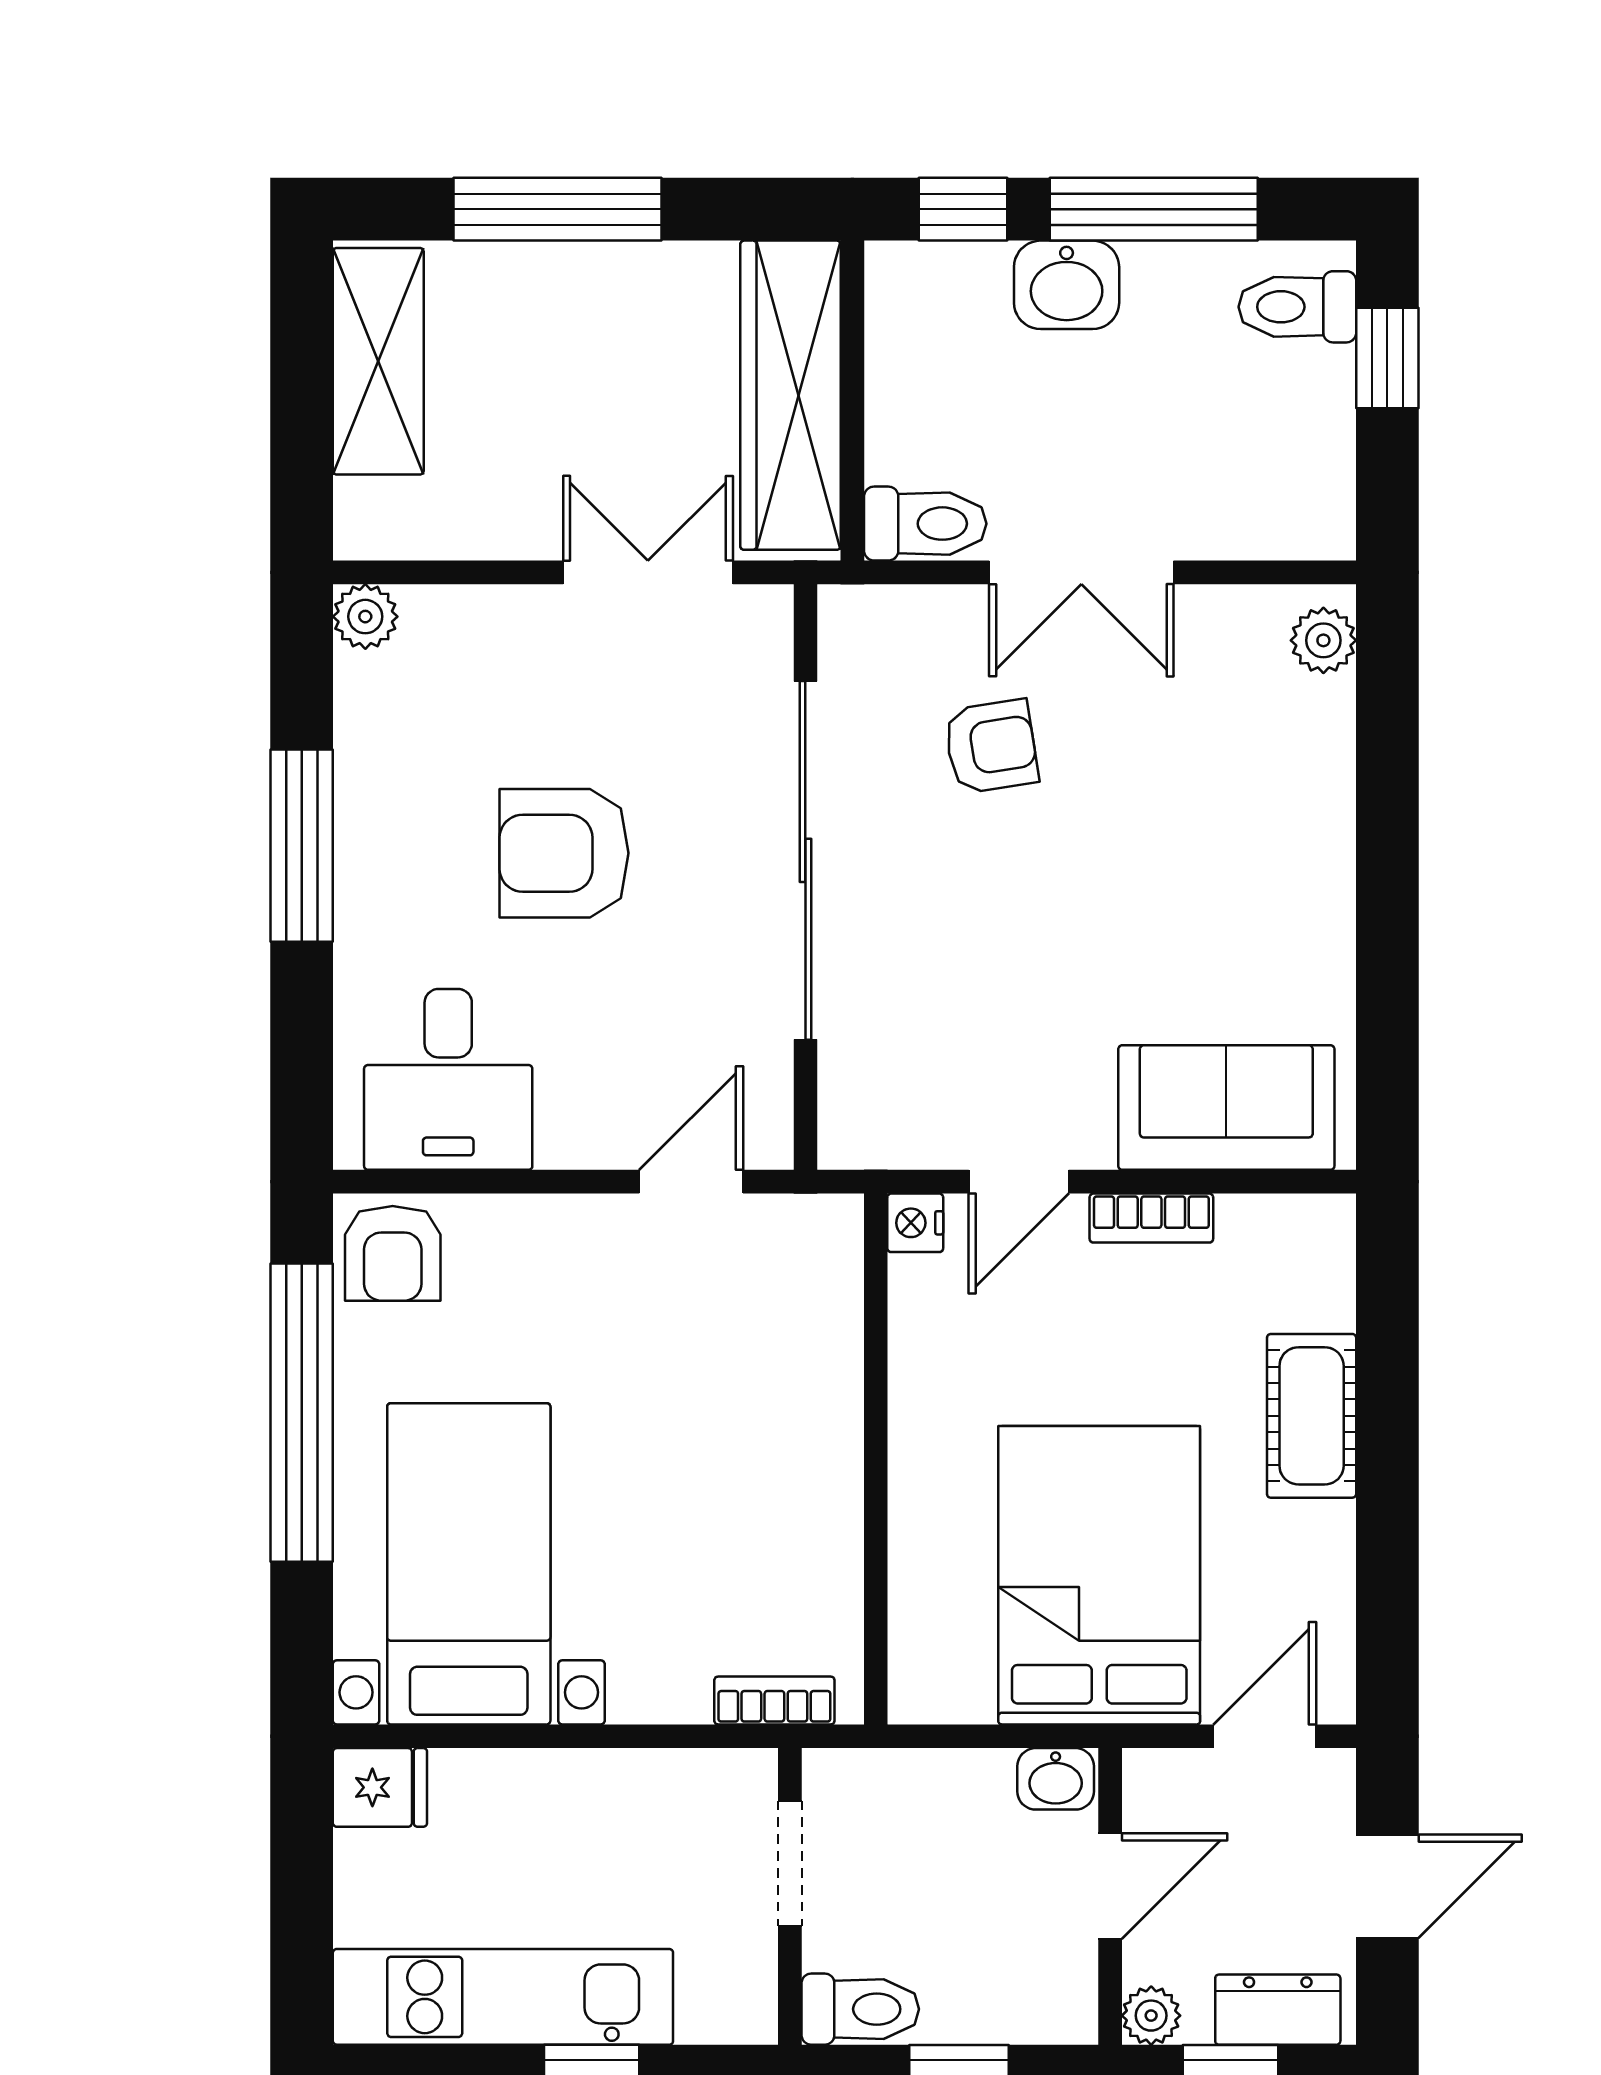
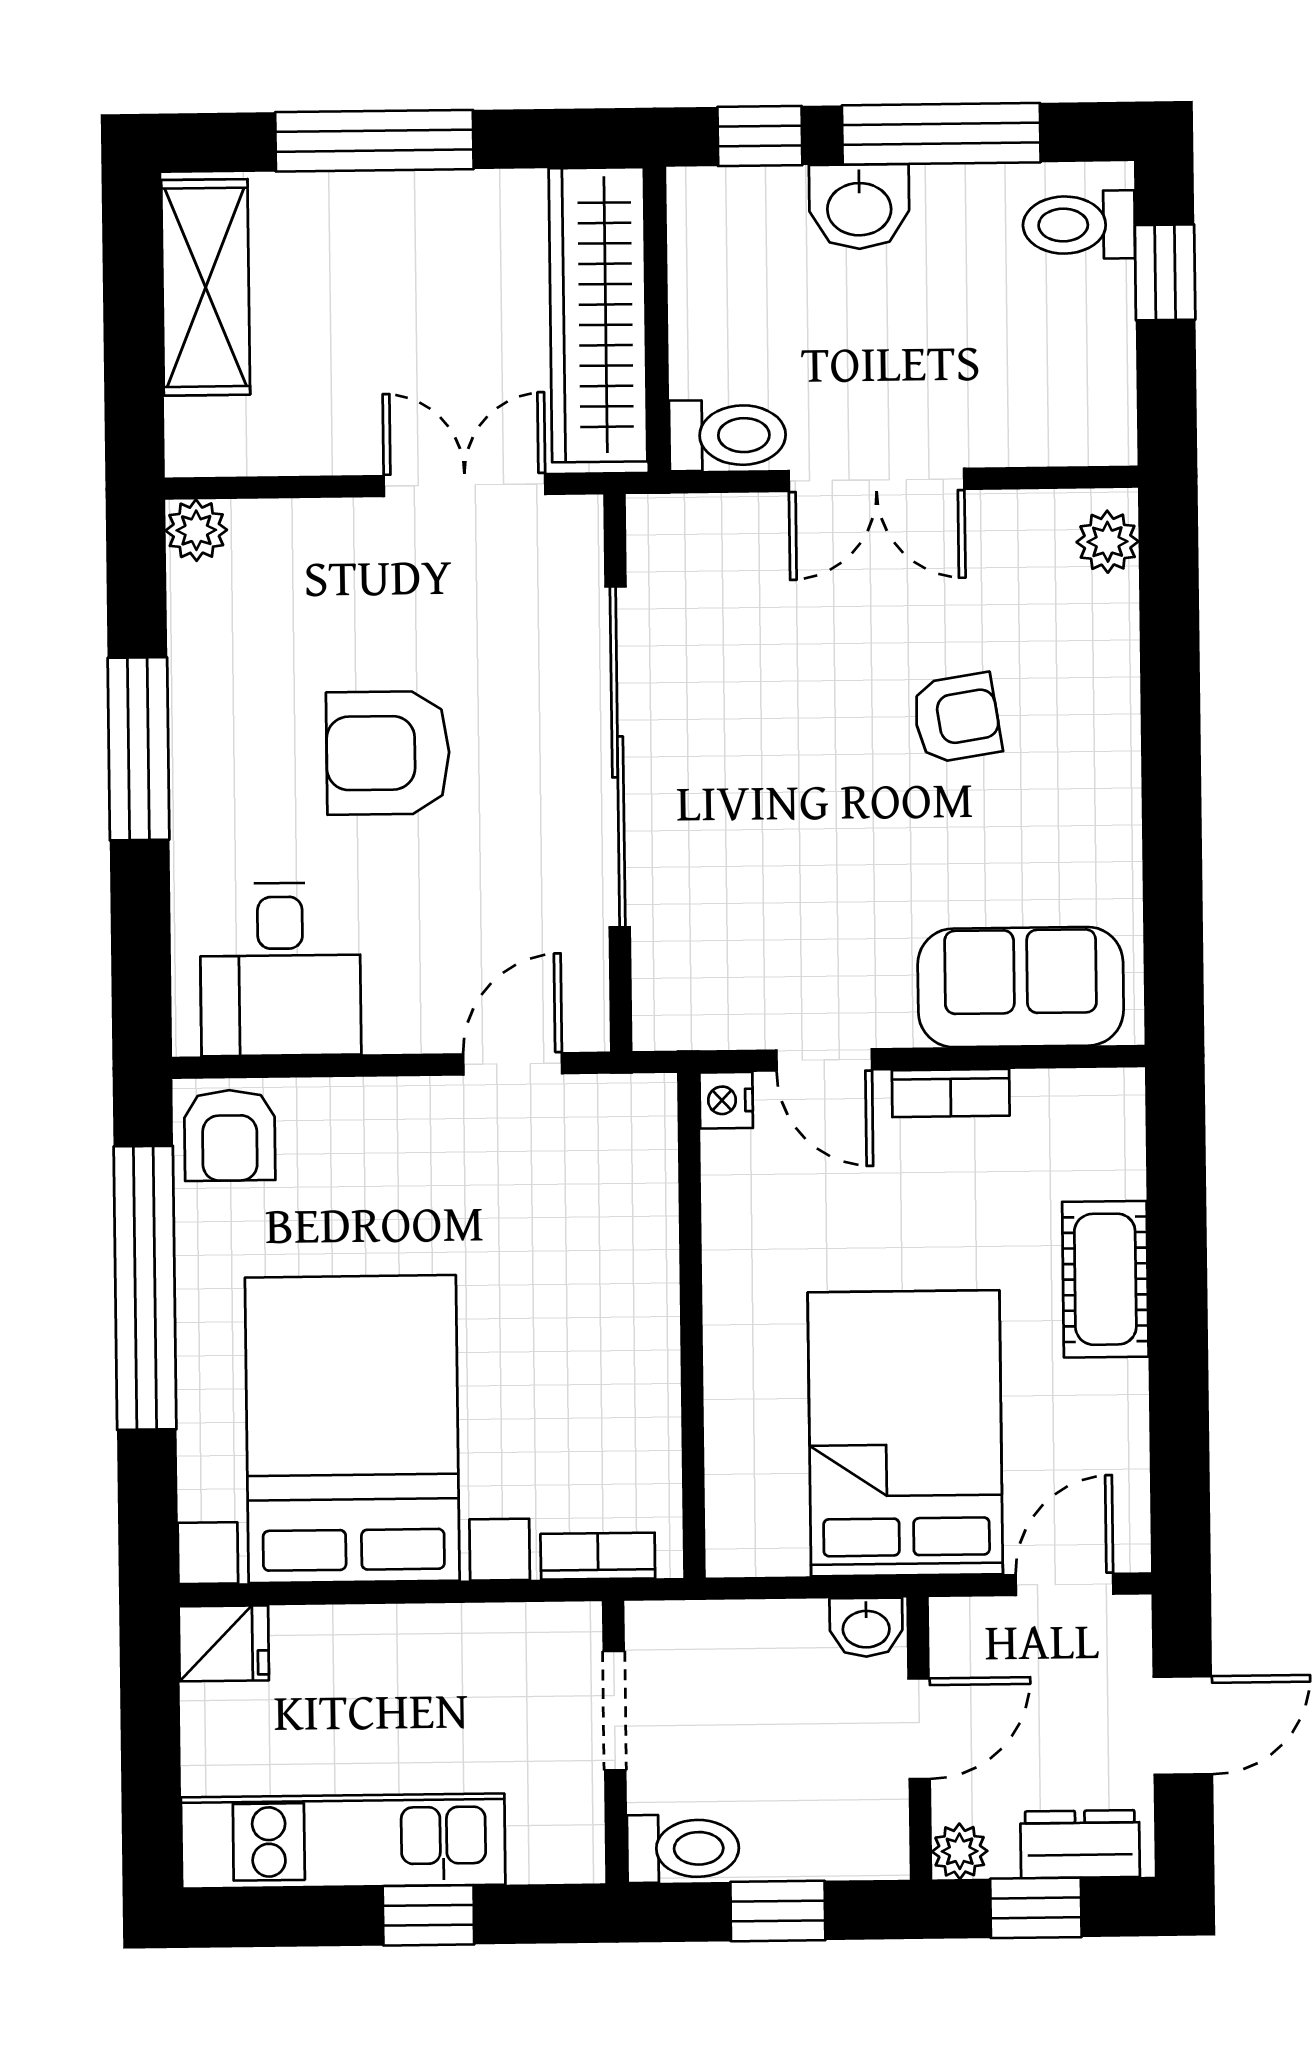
armchair: (991, 746) -> (957, 718), moved
door: (1019, 1182) -> (824, 1060), hinge flipped
bed with nightstands: (469, 1564) -> (352, 1429), width x1.36

